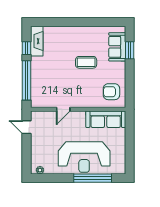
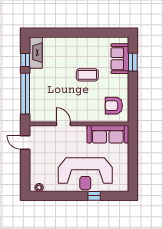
door: (63, 109) -> (63, 124), swing flipped
window: (93, 178) -> (94, 196), width x0.32

